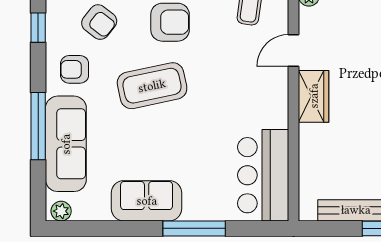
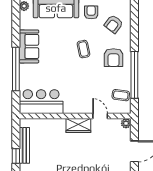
coffee table: (152, 86) -> (83, 49), width x0.54, depth x0.58
window: (194, 228) -> (16, 69), width x1.46

